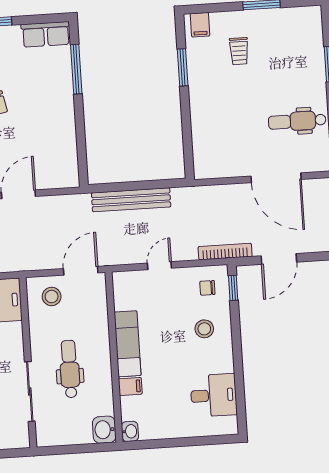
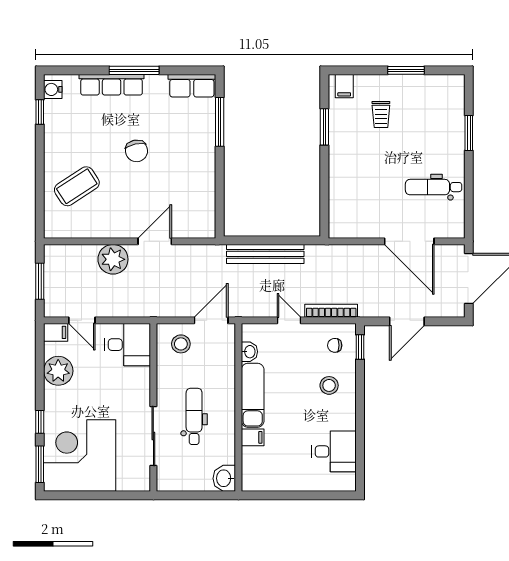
bookcase: (225, 252) -> (331, 311), moved
door: (159, 266) -> (289, 320), hinge flipped
washbasin: (130, 431) -> (249, 352), moved

